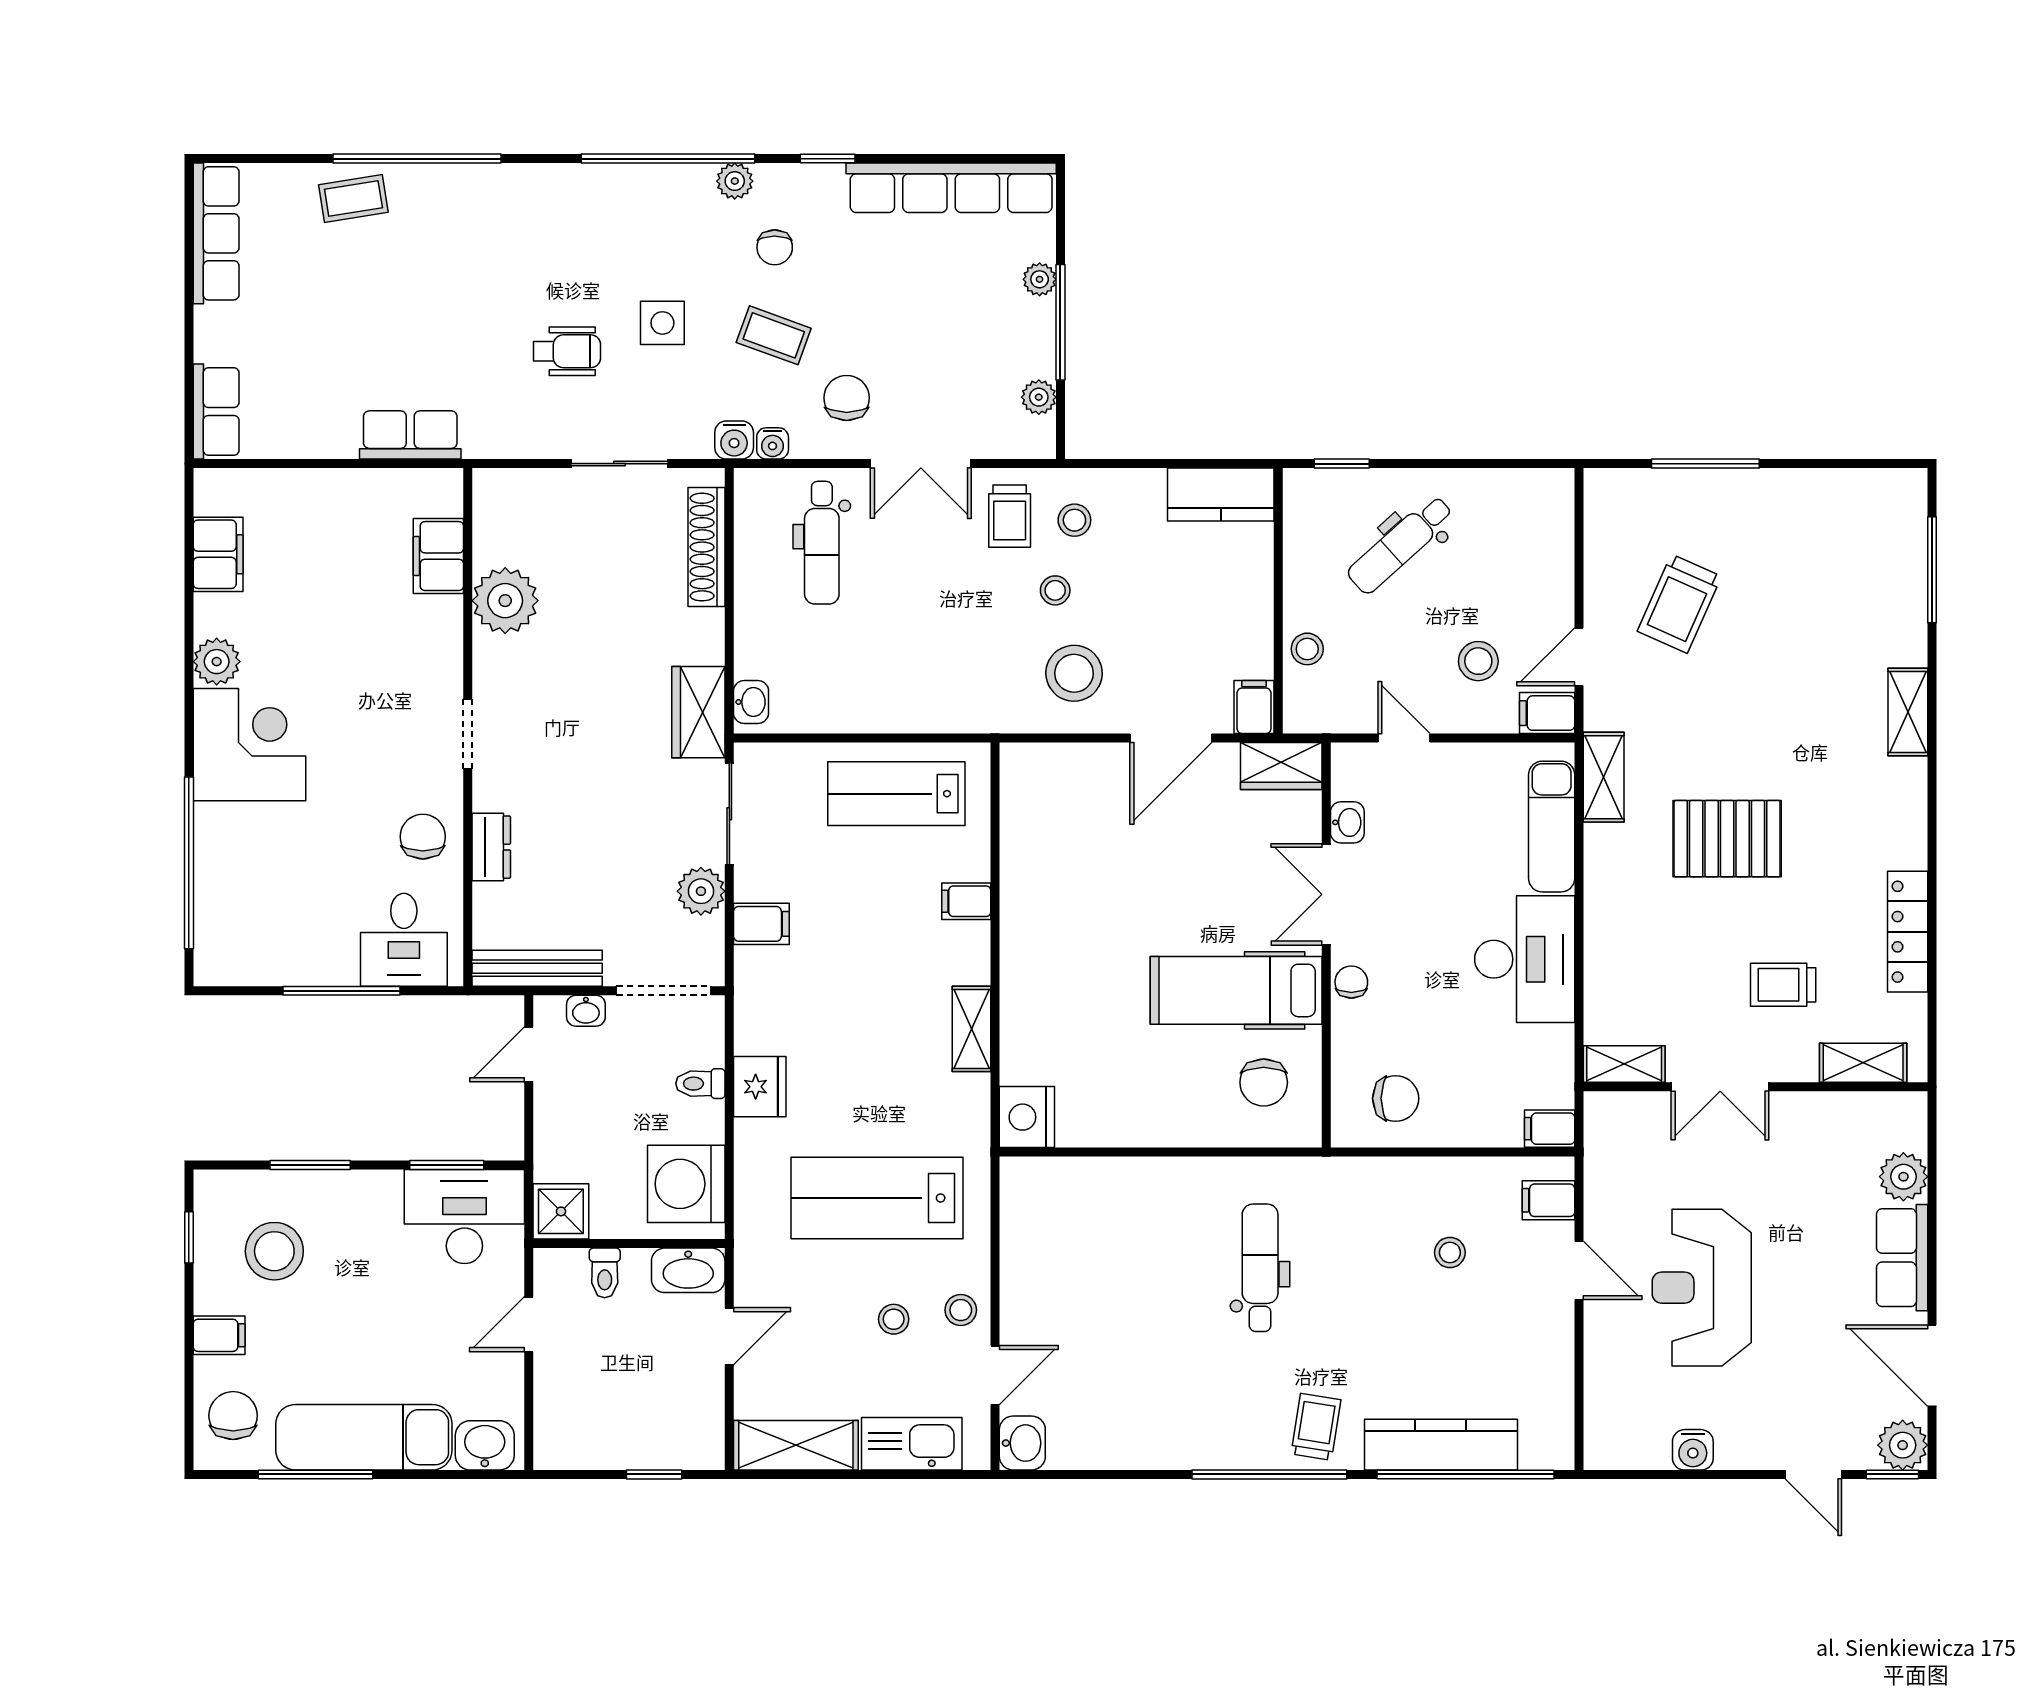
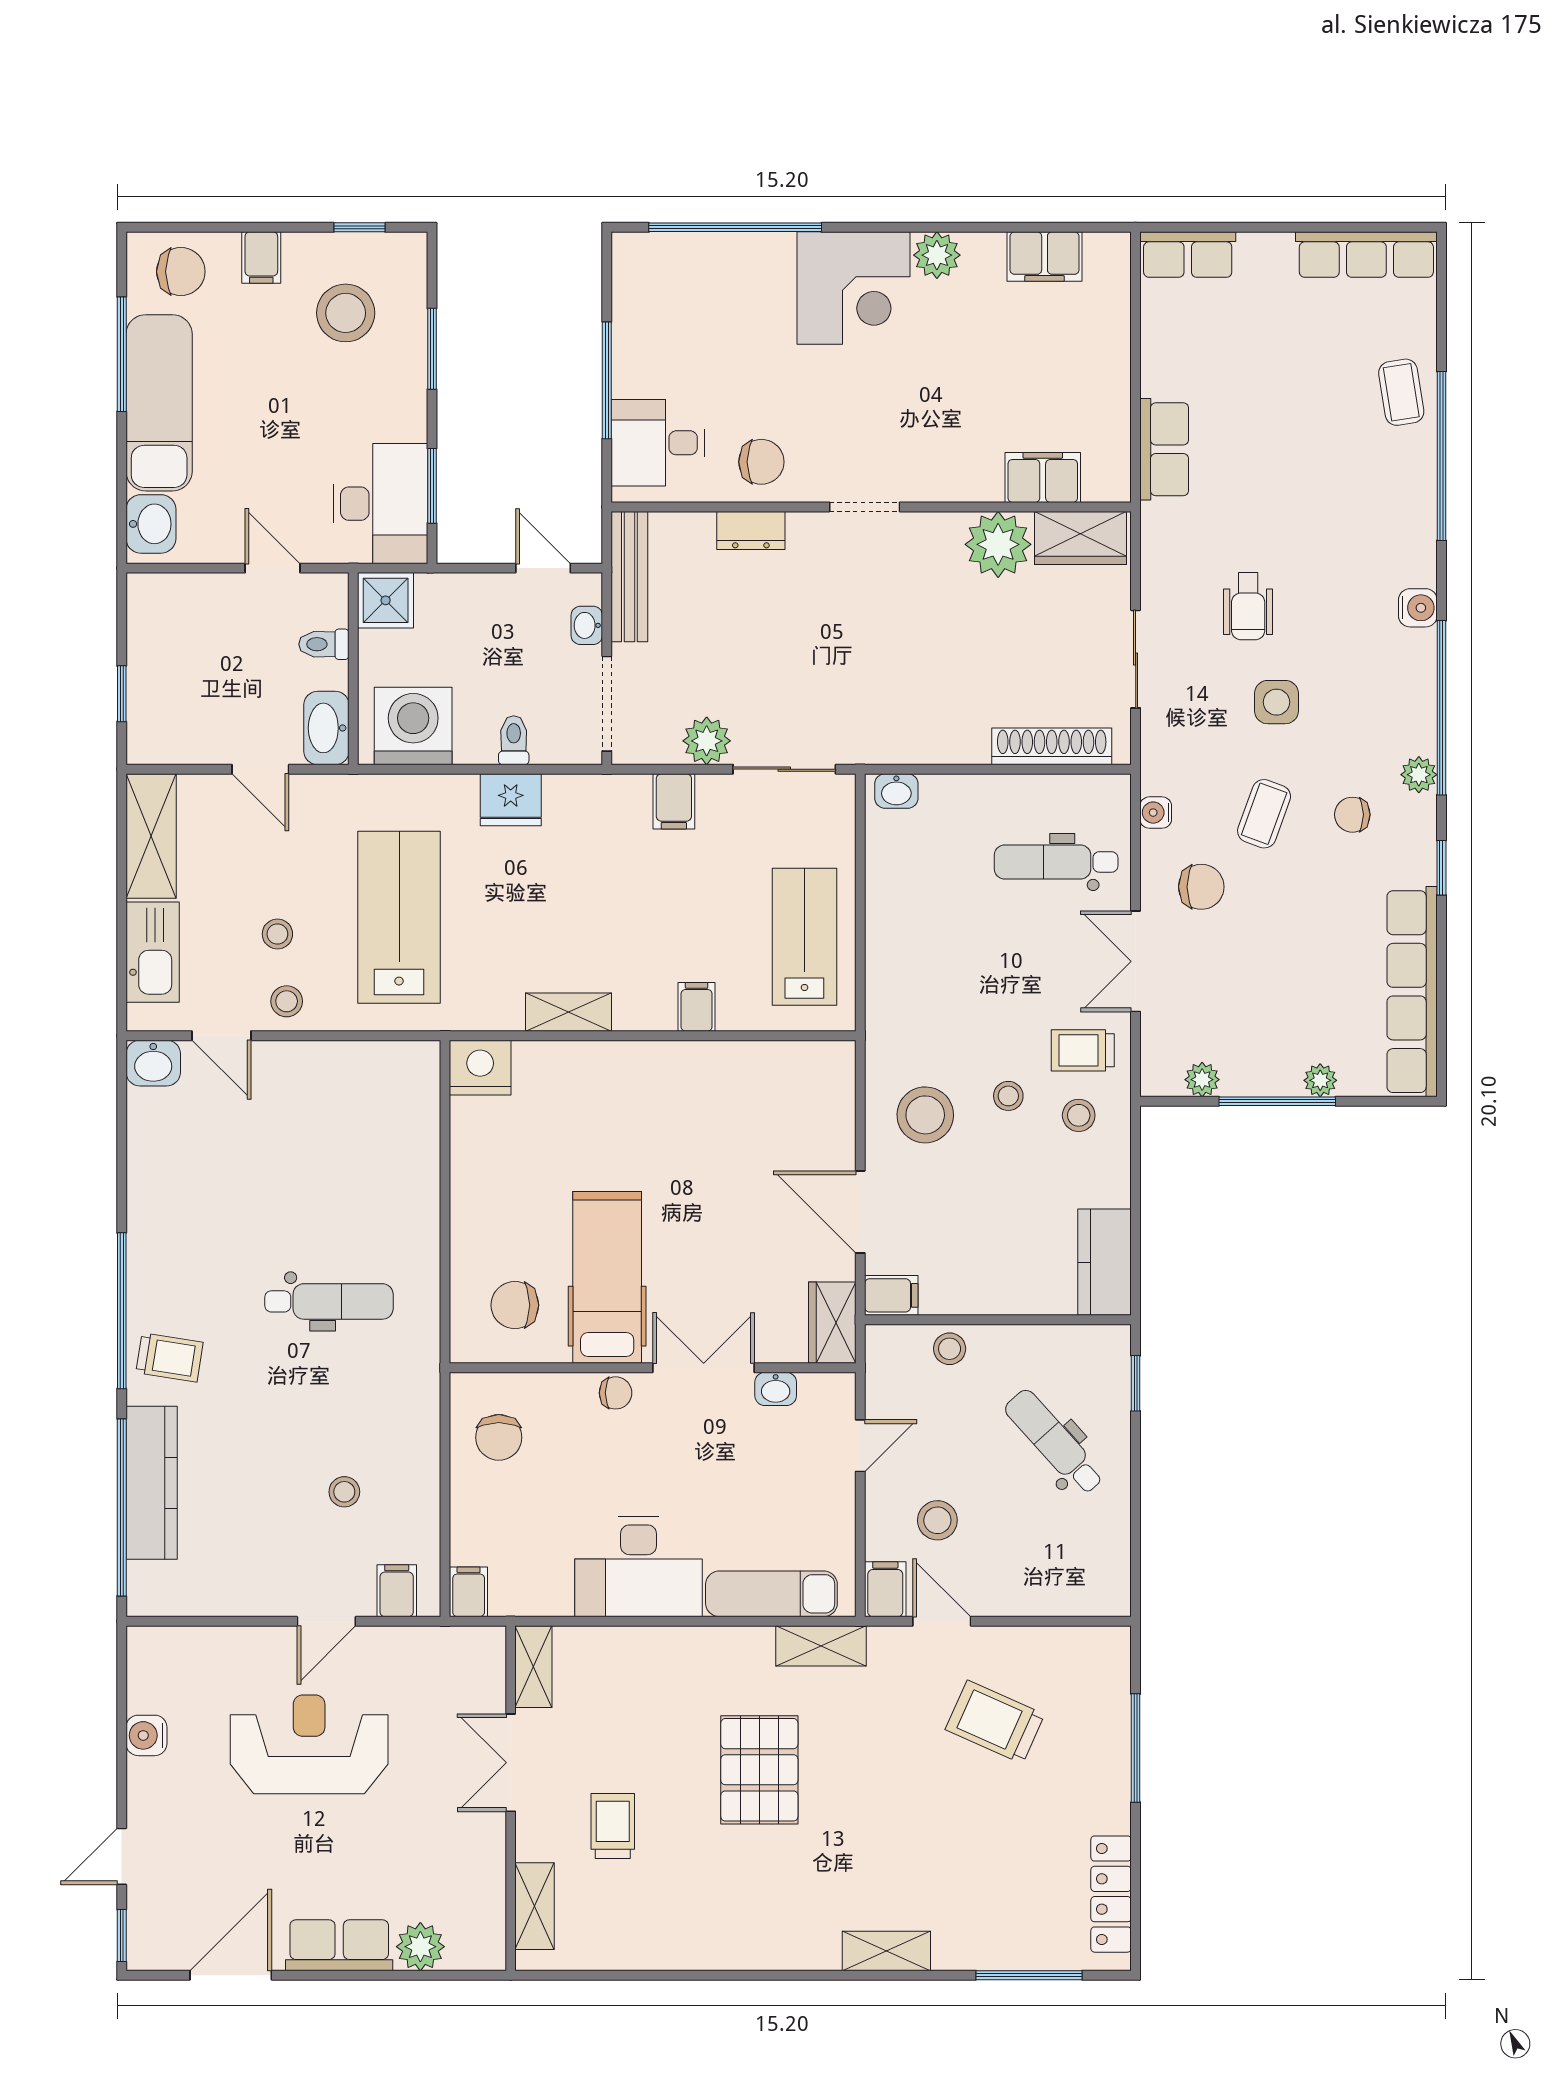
water cooler: (734, 440) -> (1418, 608), moved, turned 180
wardrobe: (698, 712) -> (1081, 538), moved, turned 180
locker: (1908, 932) -> (1111, 1894), moved, turned -90
plant: (1903, 1445) -> (151, 1946), removed

